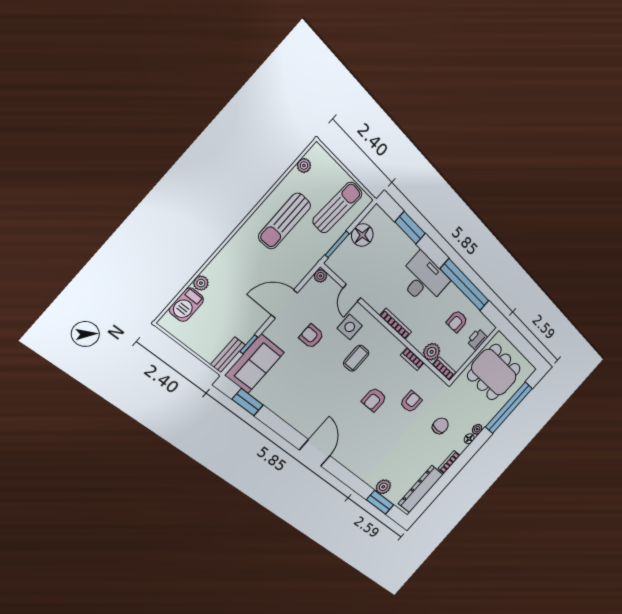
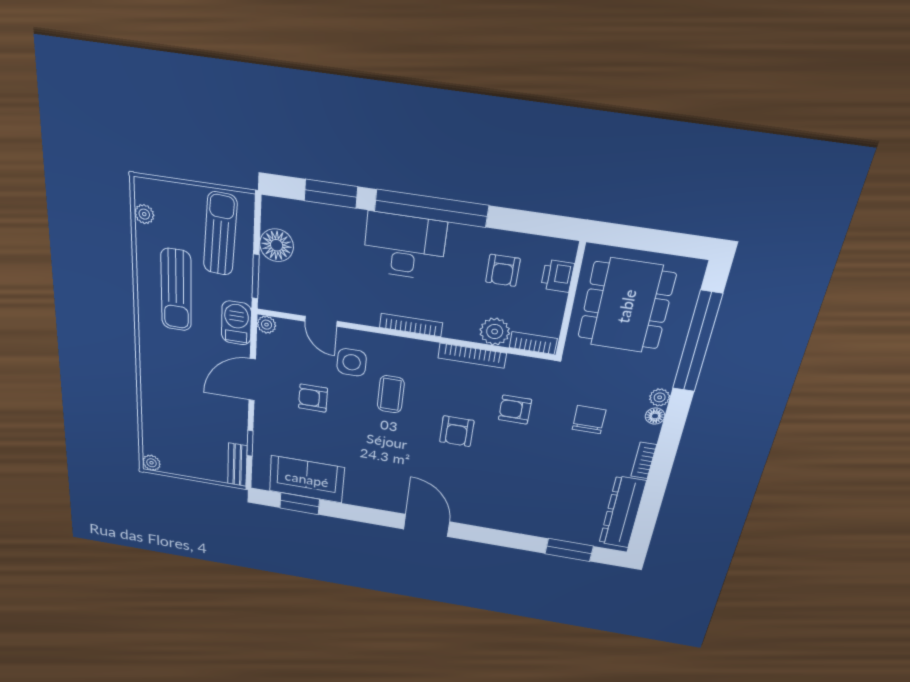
plant: (201, 283) -> (151, 463), moved
window: (465, 285) -> (431, 208), moved
barbecue: (186, 305) -> (236, 323), moved, turned 180
bookcase: (412, 359) -> (472, 356), width x1.56
sofa: (255, 364) -> (307, 479), moved, turned -90
dining table: (494, 372) -> (626, 306), turned 90
armchair: (411, 402) -> (515, 410), turned -90
plant: (383, 487) -> (559, 530), removed

